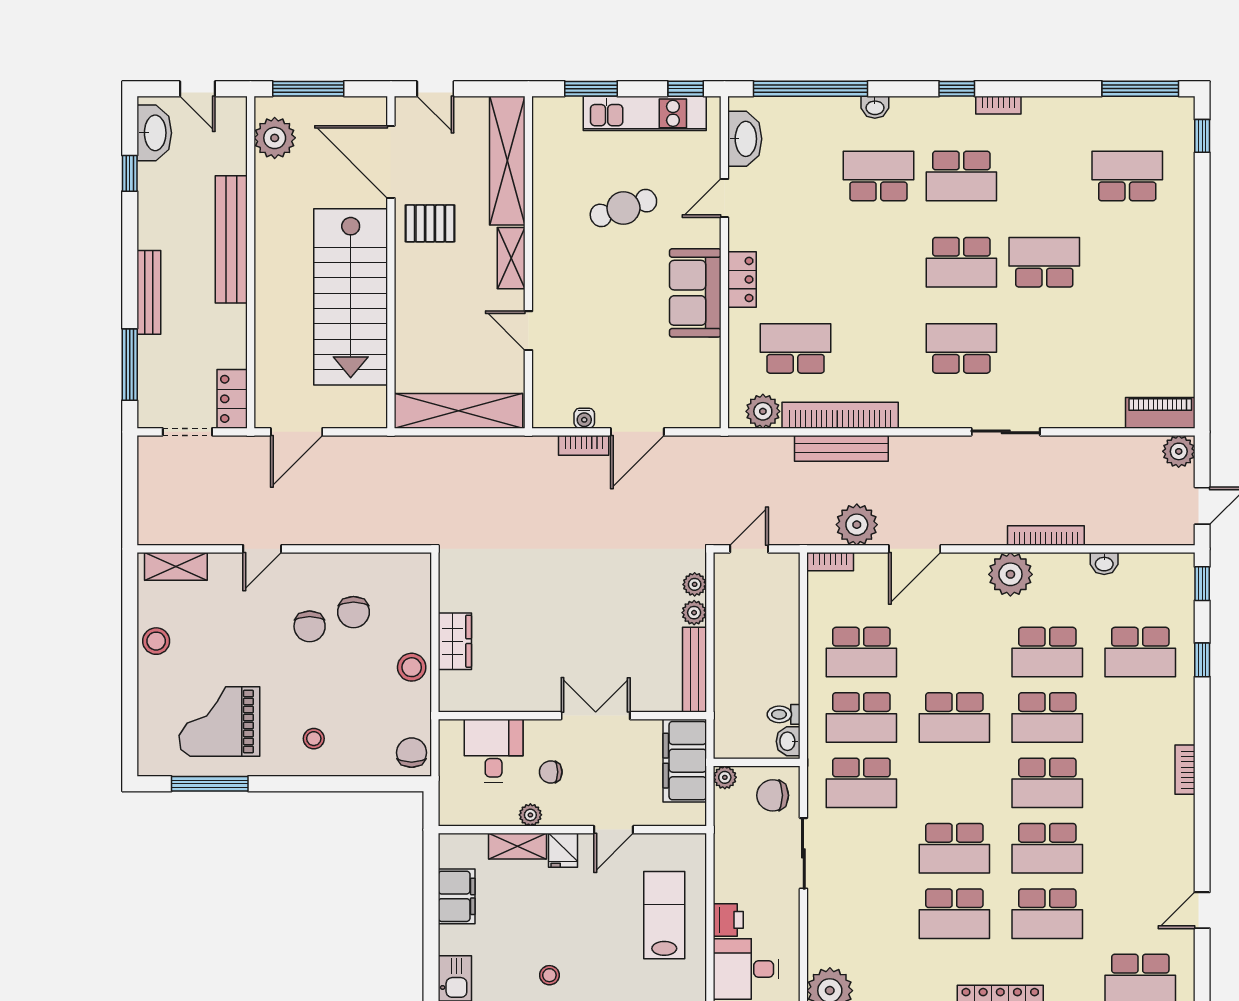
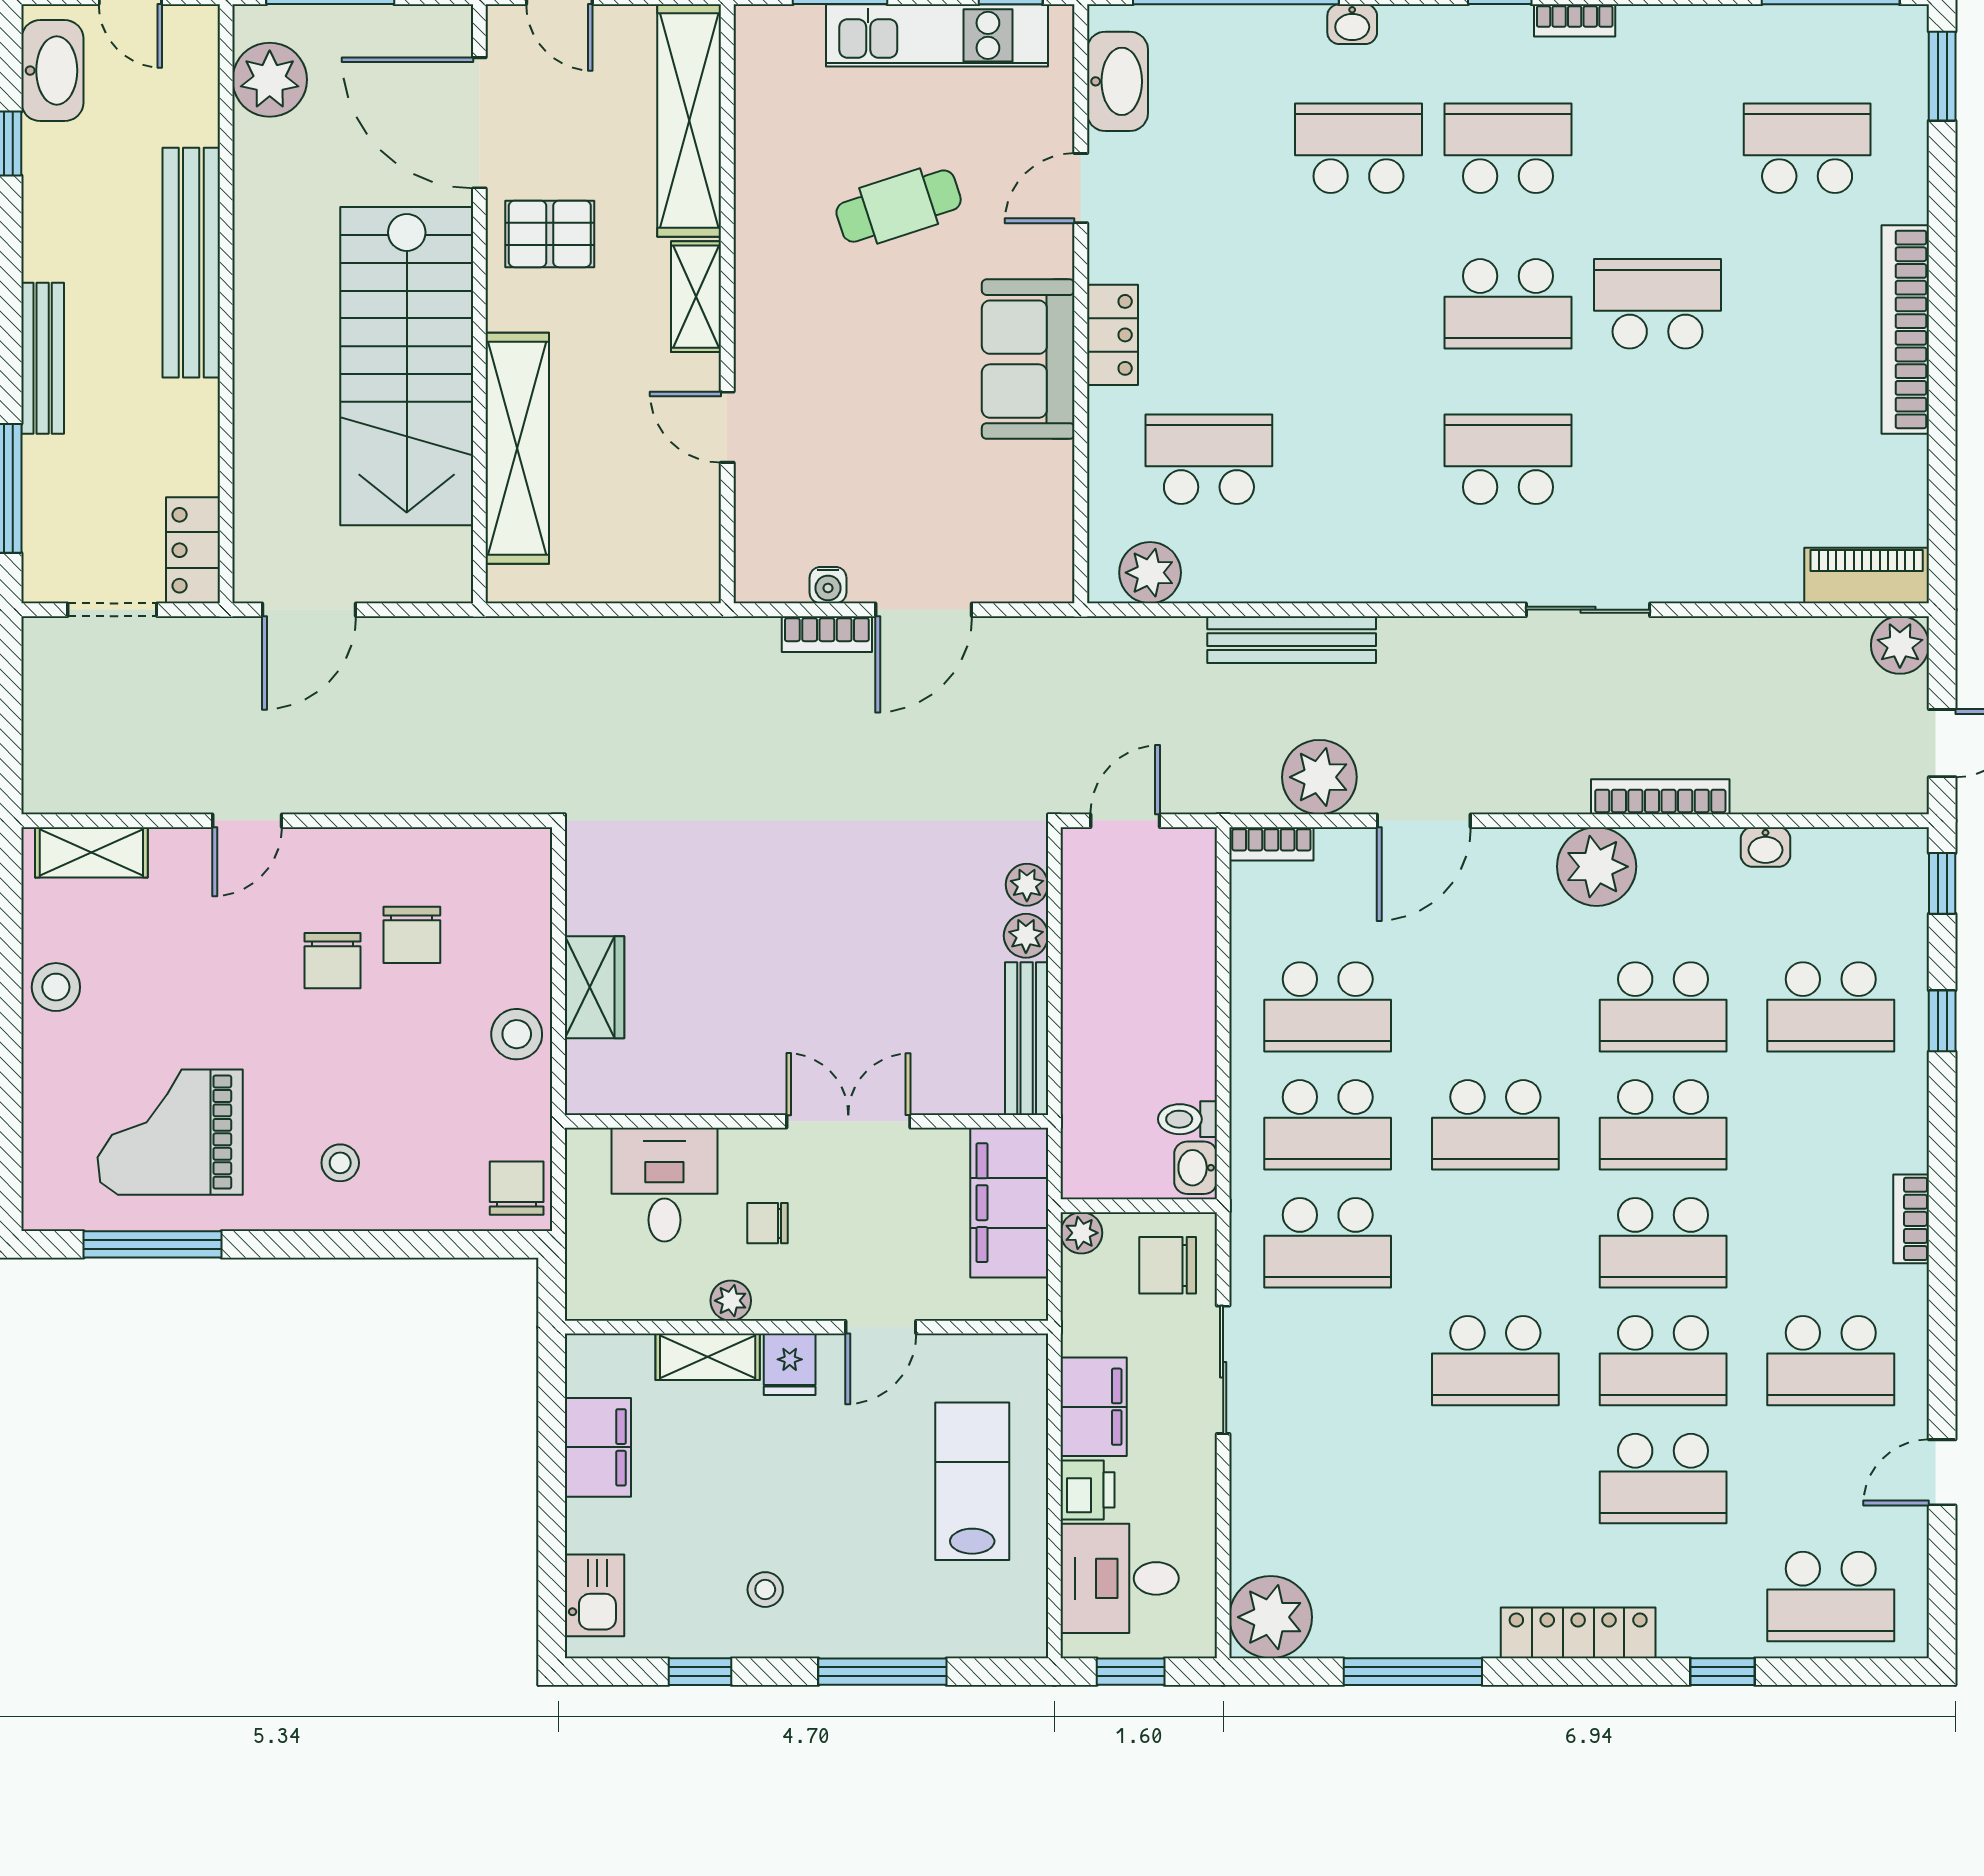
window: (1202, 136) -> (1942, 76), width x1.50
school desk: (961, 176) -> (1508, 148), turned 180
shelving: (459, 411) -> (517, 448), moved, turned 90
bookcase: (840, 415) -> (1905, 329), moved, turned -90
filing cabinet: (732, 874) -> (1094, 1407), added
school desk: (954, 914) -> (1831, 1361), moved

